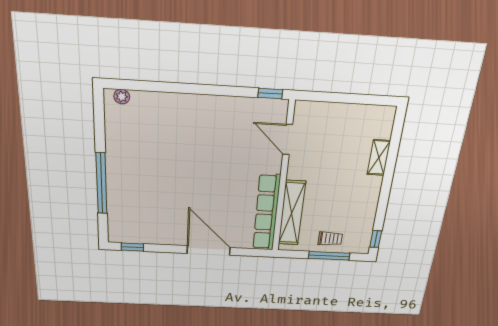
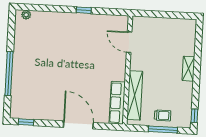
window: (270, 94) -> (84, 10), moved
shelving: (379, 158) -> (188, 69), moved
row of seats: (267, 213) -> (117, 103), width x0.73

